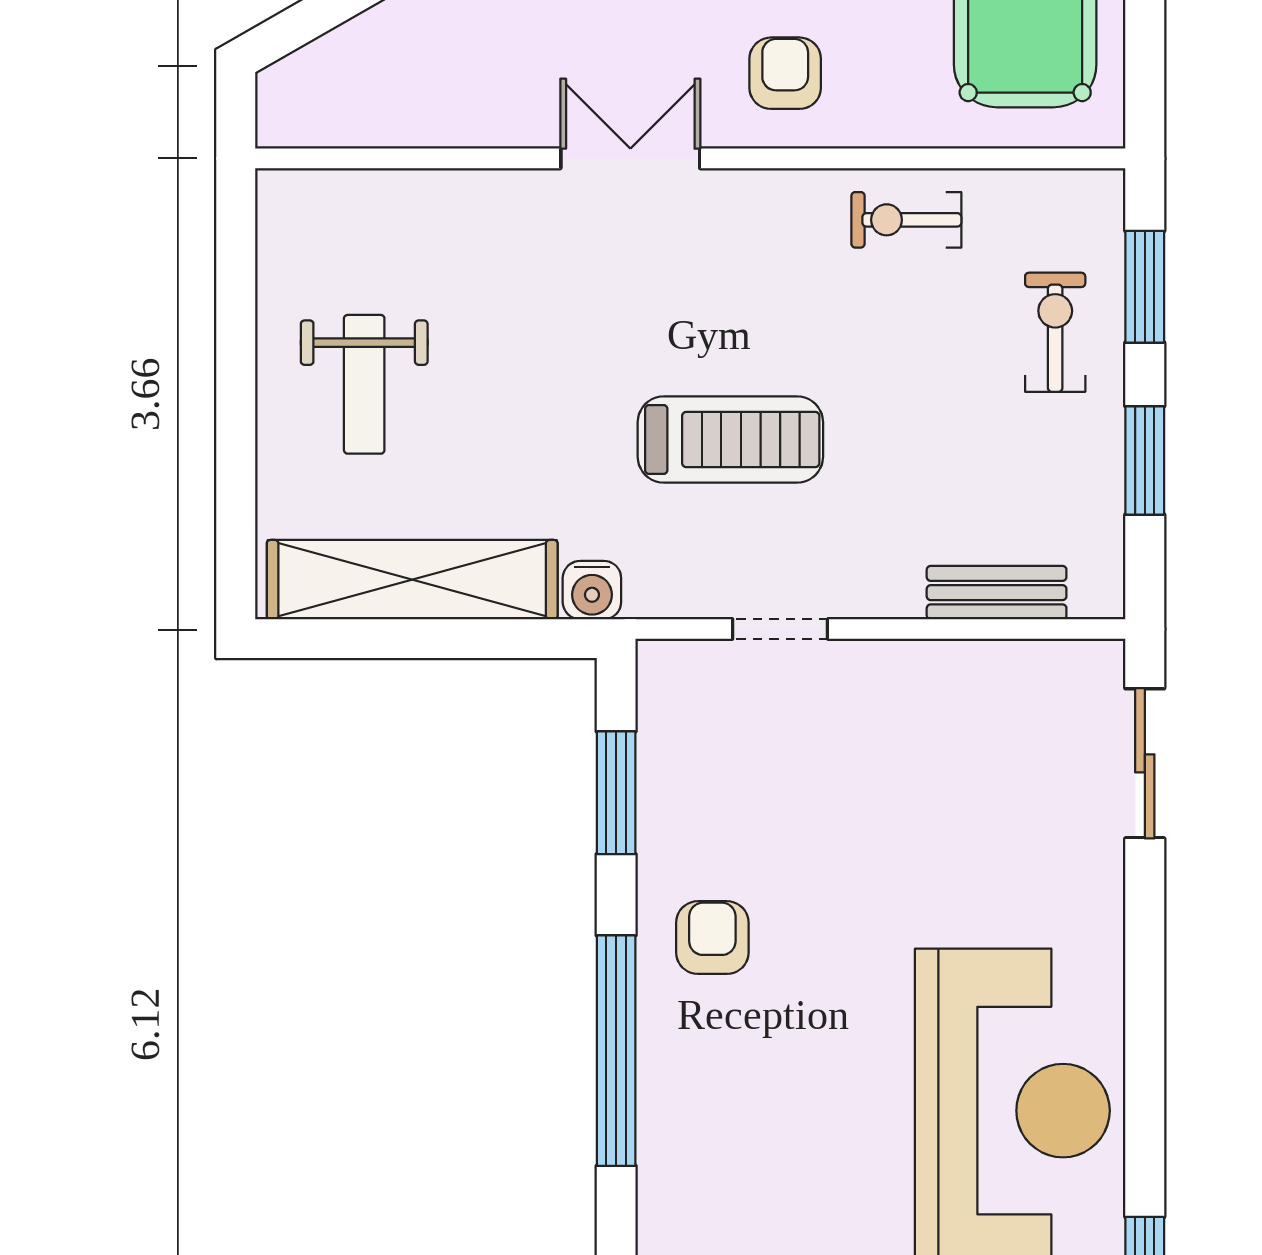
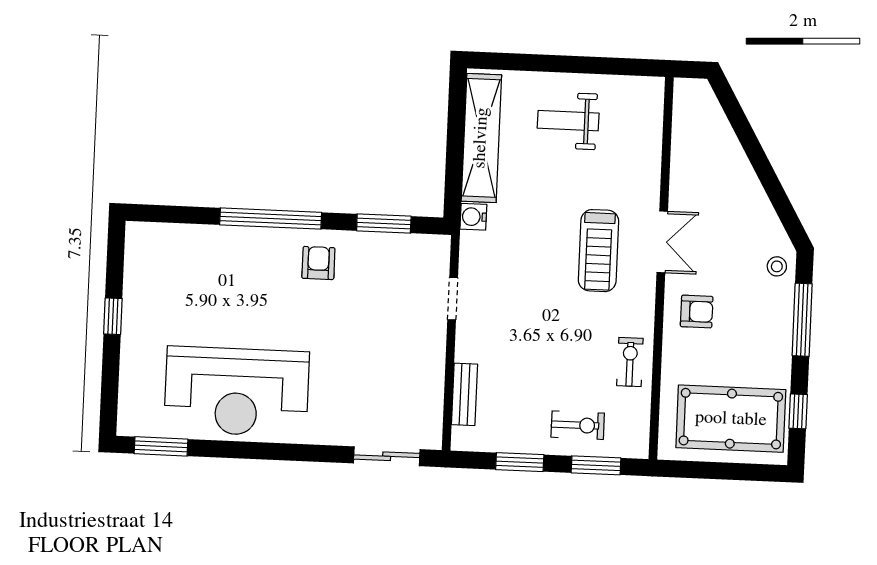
treadmill: (730, 440) -> (599, 251), moved
armchair: (712, 938) -> (318, 263), turned -90

